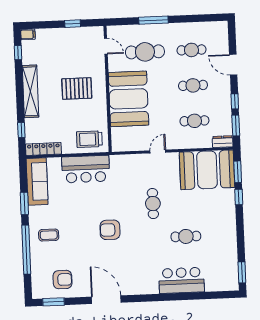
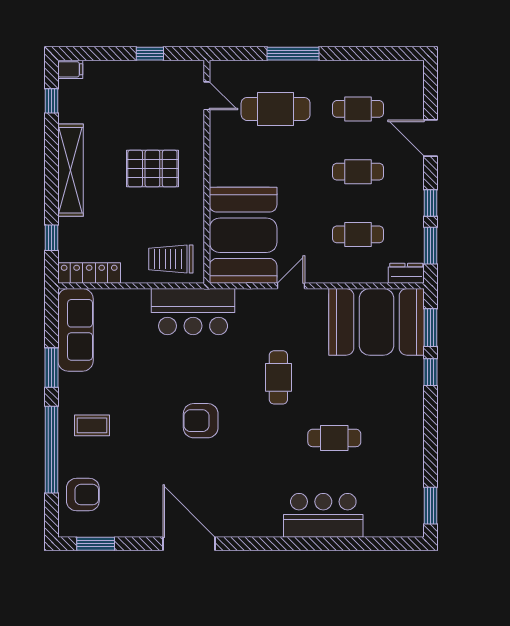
booth: (129, 99) -> (243, 235), moved
bar counter: (86, 169) -> (193, 312), moved
armchair: (62, 280) -> (83, 495), moved

